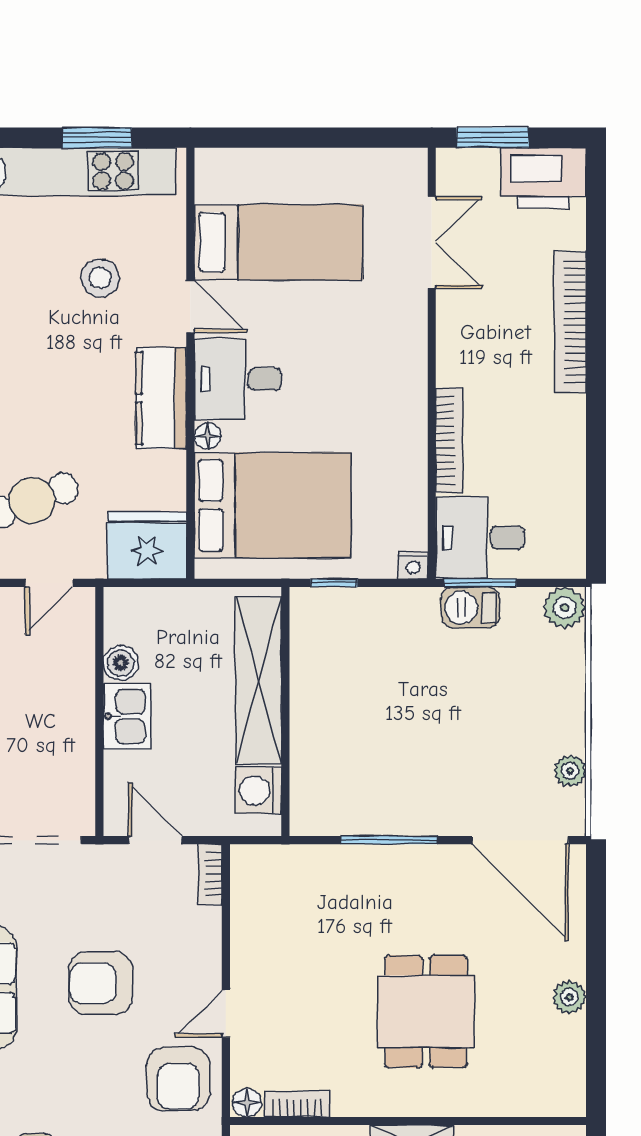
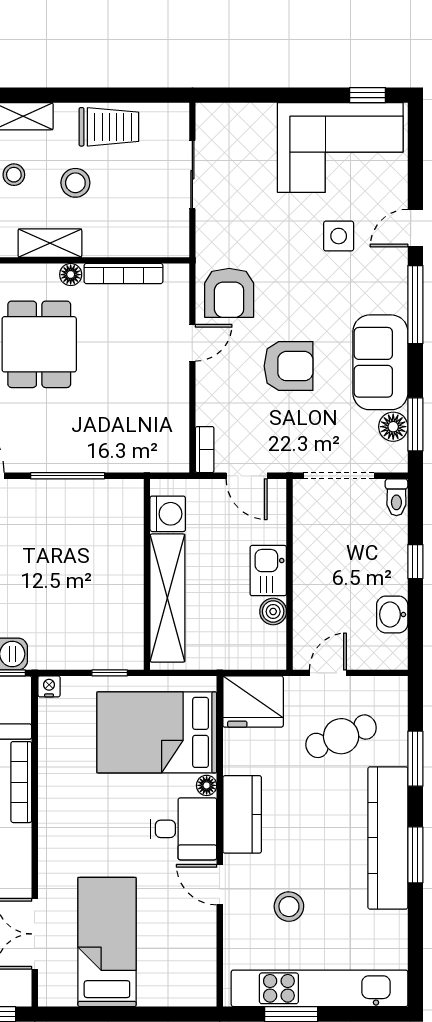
bed: (278, 242) -> (107, 942), moved, turned 90
armchair: (178, 1079) -> (229, 293), turned 180
floor lamp: (247, 1103) -> (71, 275), moved
bookcase: (297, 1104) -> (123, 274), width x1.56

